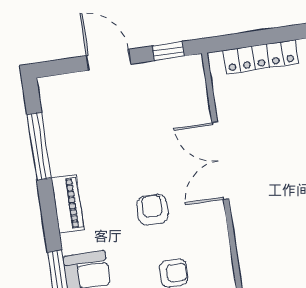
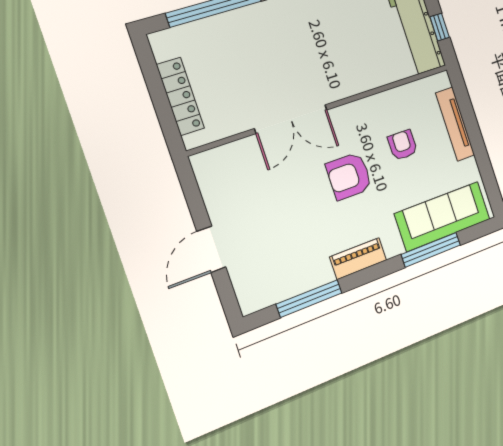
window: (168, 51) -> (191, 191), removed
armchair: (152, 210) -> (349, 176), width x1.38, depth x1.38

